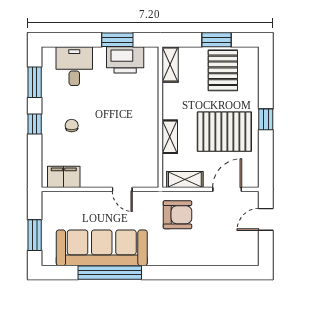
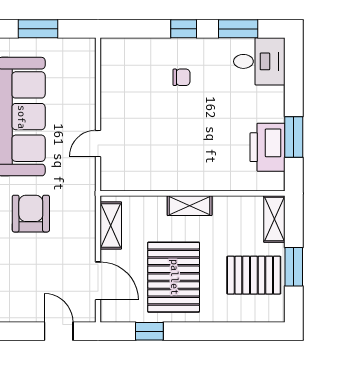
shelving: (170, 64) -> (274, 219), moved, turned 90
desk: (74, 66) -> (259, 61), moved
window: (266, 119) -> (149, 331), moved
shelving: (170, 137) -> (190, 206), moved
filing cabinet: (64, 177) -> (114, 67), removed
armchair: (177, 215) -> (31, 214), moved, turned 180

